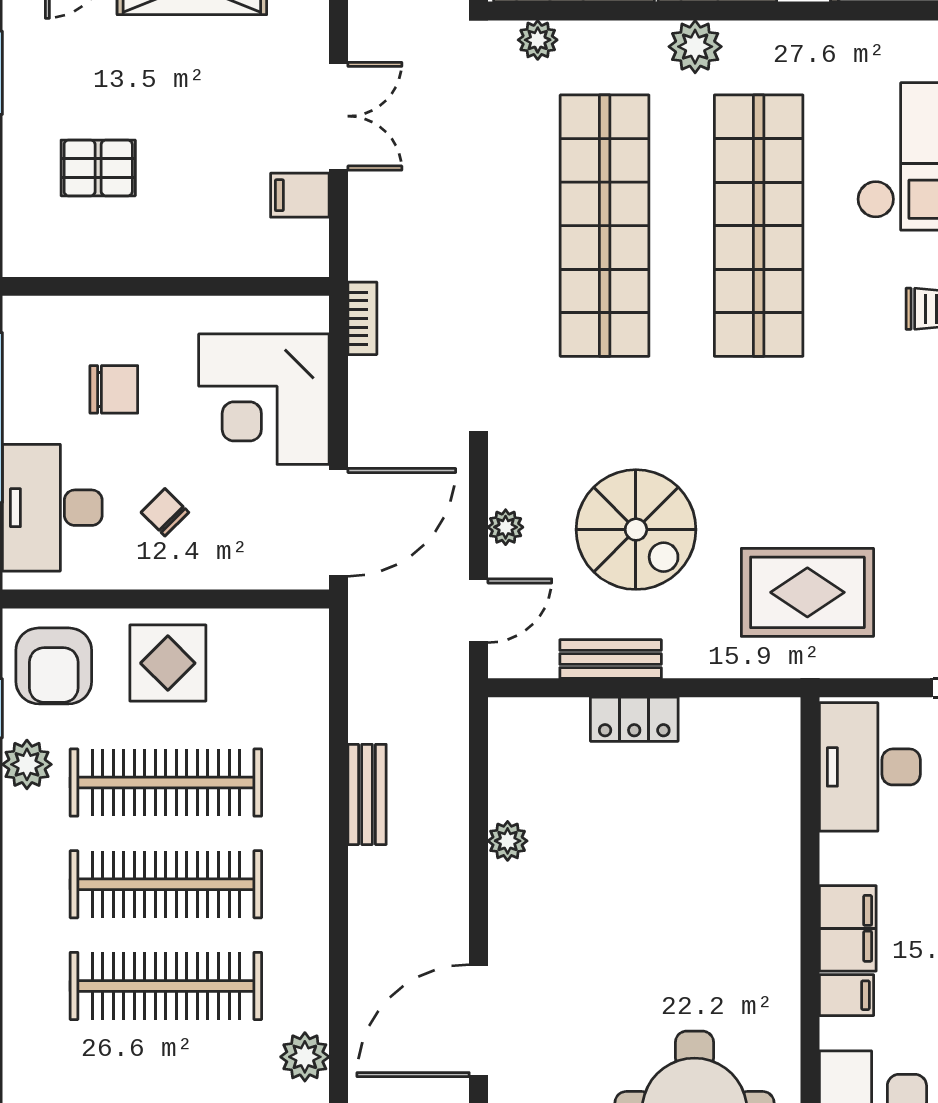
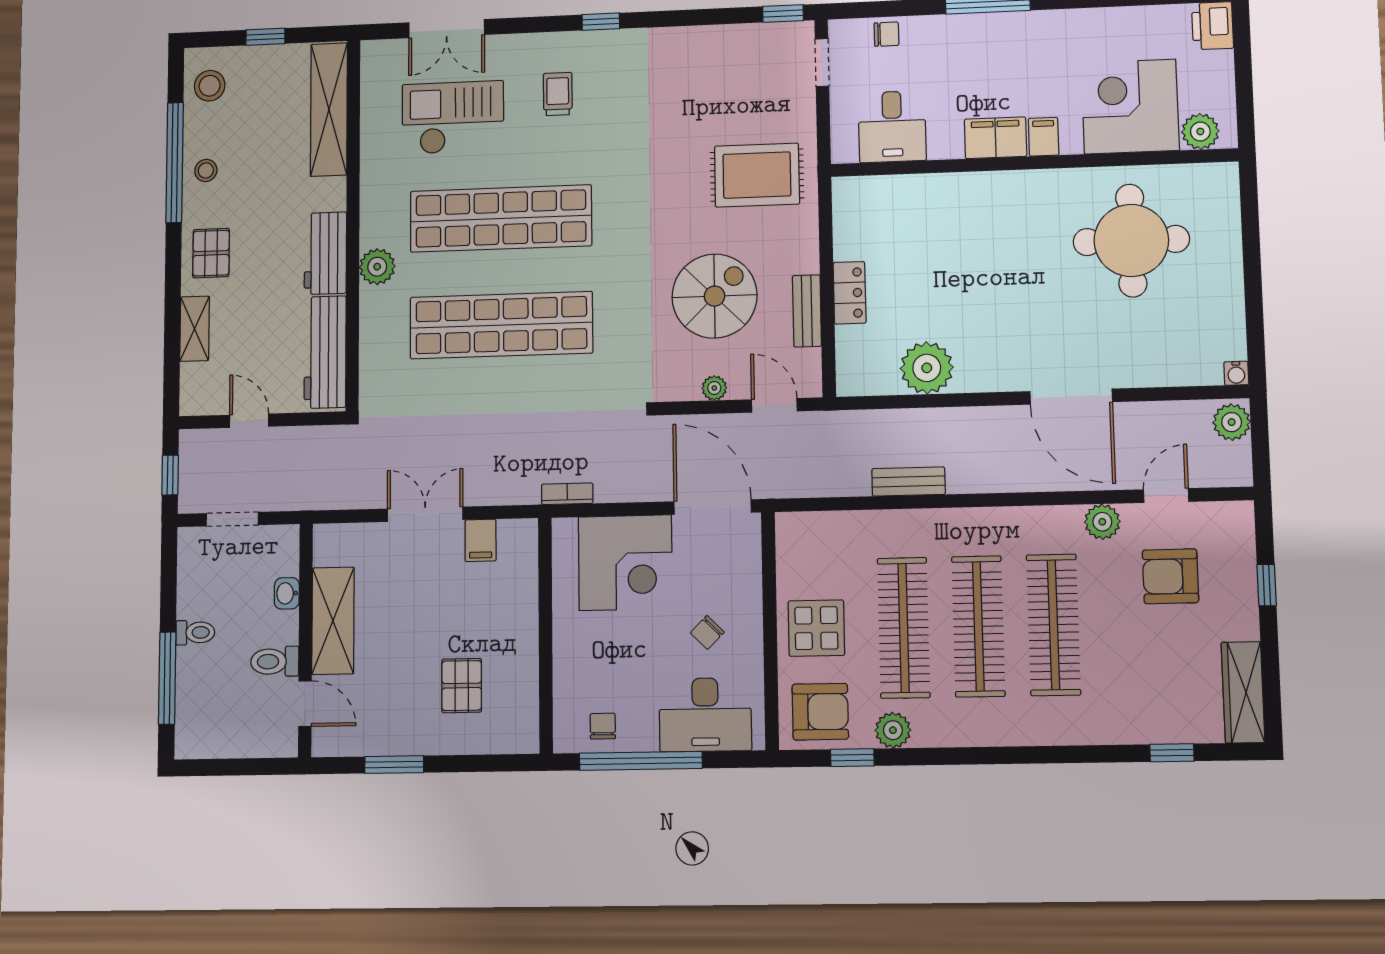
plant: (538, 40) -> (372, 376), removed
chair: (114, 389) -> (603, 726), moved, width x0.73, depth x0.73
rug: (807, 592) -> (757, 175), turned 90
desk: (870, 767) -> (892, 127), width x0.73
plant: (508, 841) -> (927, 368), width x1.87, depth x1.87

